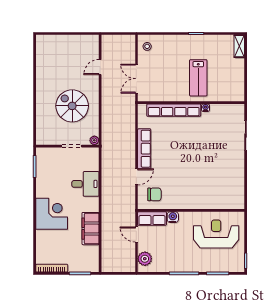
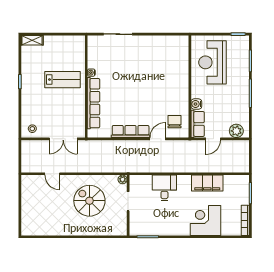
spiral stairs: (72, 106) -> (89, 201), turned 90
door: (136, 177) -> (158, 139), hinge flipped
corner desk: (52, 214) -> (205, 220), moved

